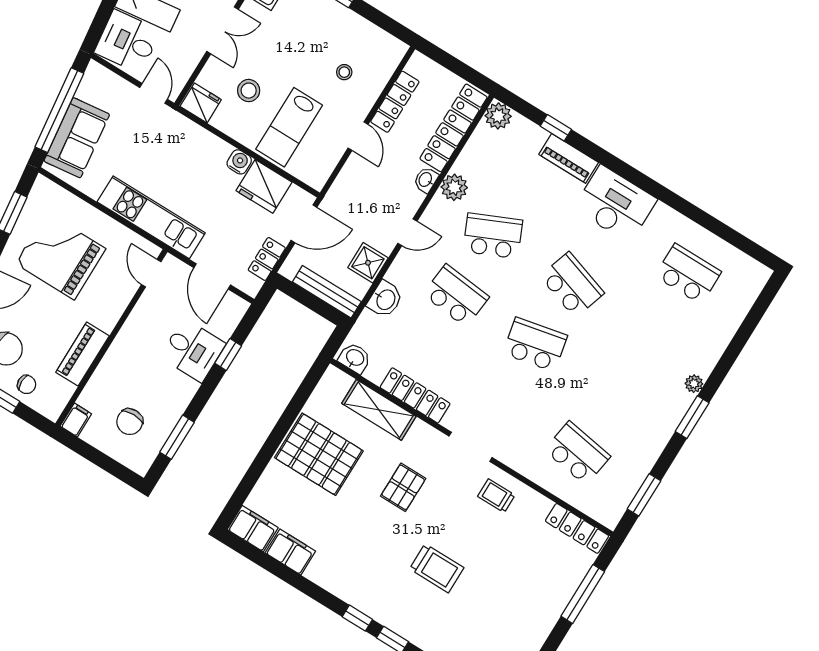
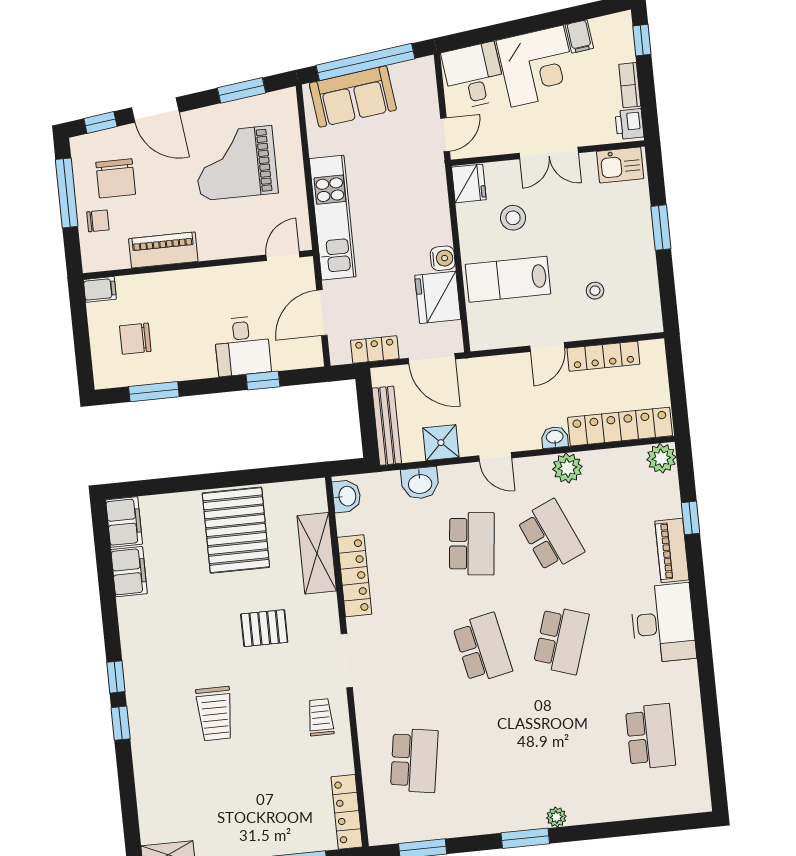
grand piano: (60, 256) -> (236, 163), turned -90
chair: (27, 384) -> (98, 221), turned -90

